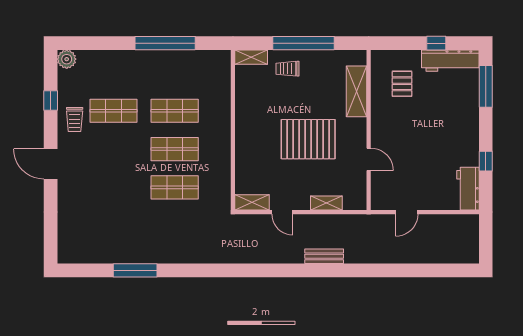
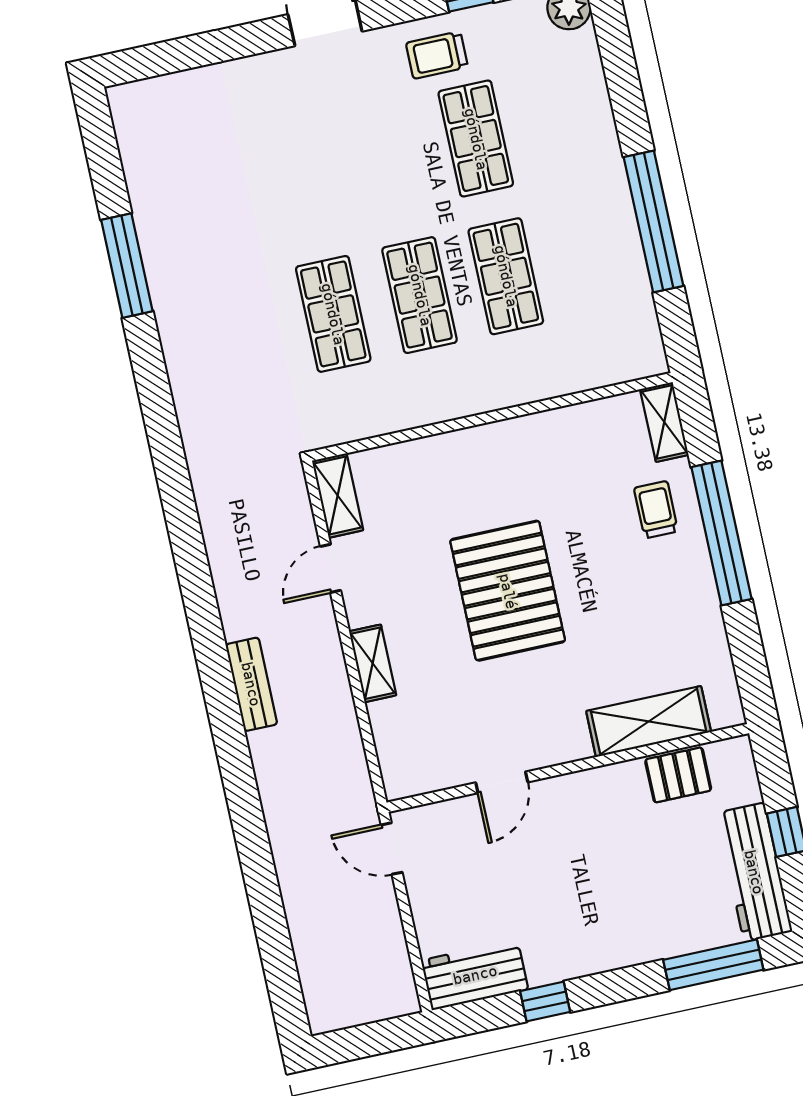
shelving: (356, 91) -> (649, 721), moved
wall: (369, 130) -> (568, 768), moved
door: (369, 159) -> (502, 782), moved

